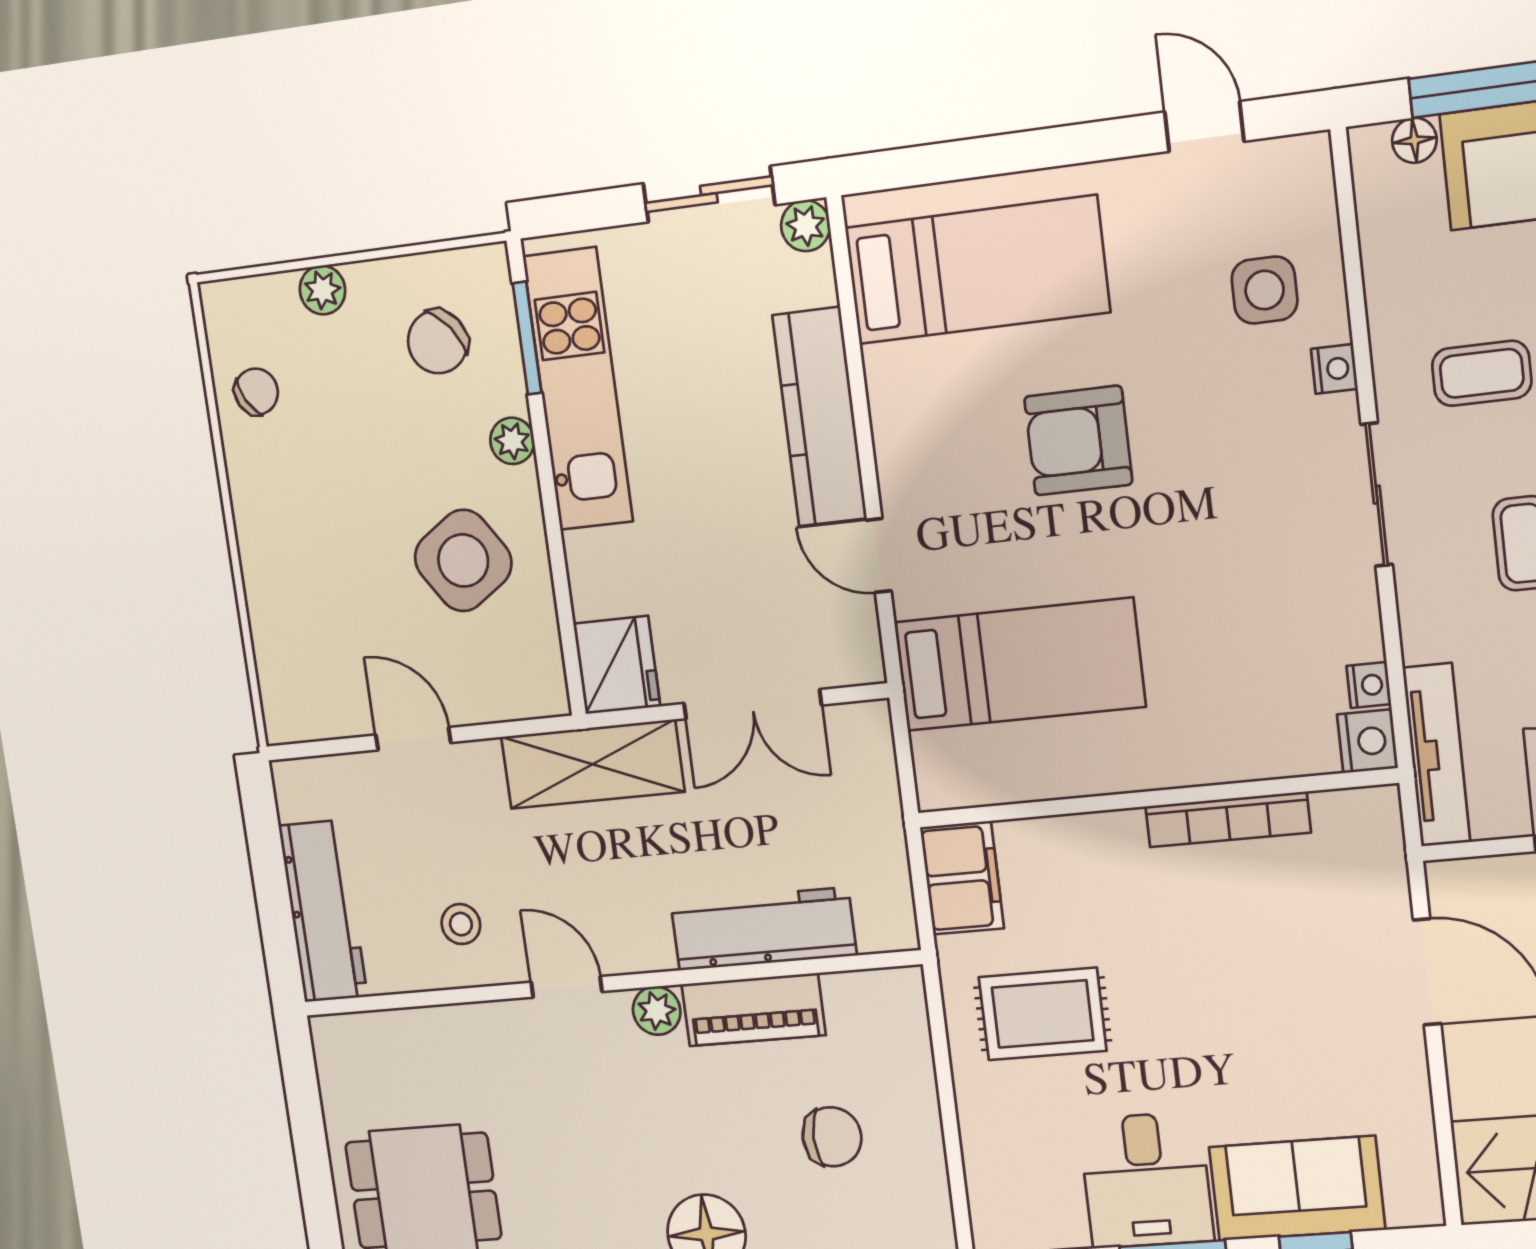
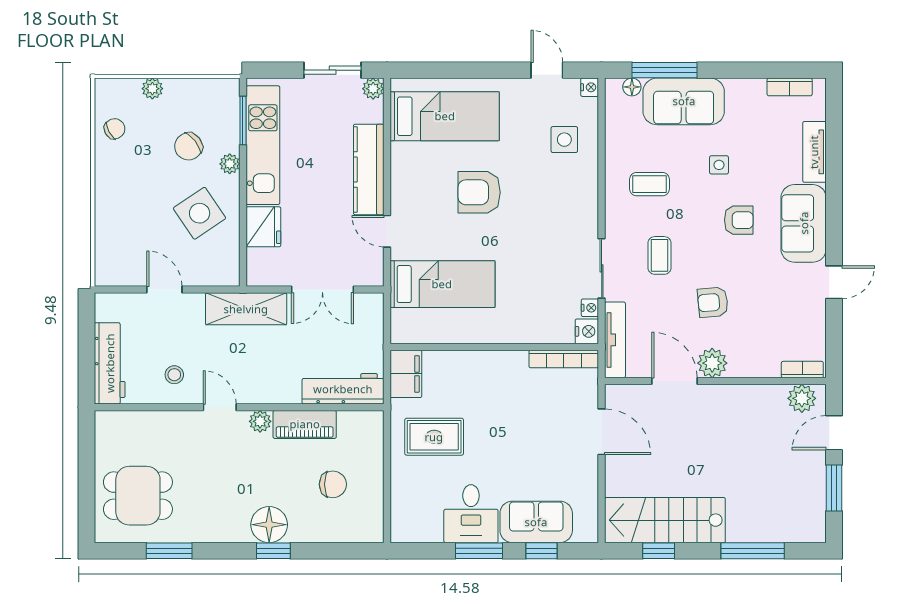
chair: (438, 342) -> (188, 146), moved
nightstand: (1334, 369) -> (590, 87), moved
sliding door: (1377, 495) -> (602, 268), moved
fridge: (617, 665) -> (263, 227), moved
bookcase: (1228, 819) -> (564, 359), moved
workbench: (763, 929) -> (343, 389), moved

